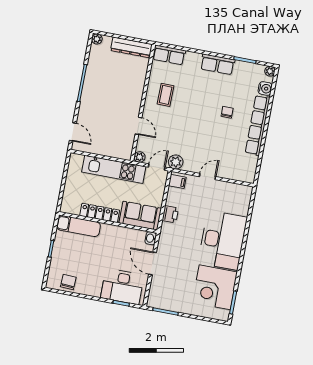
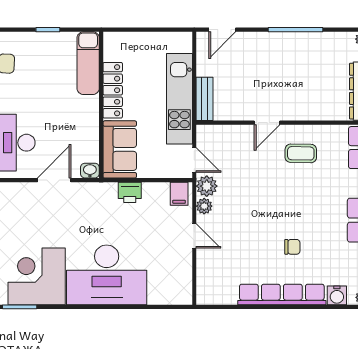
door: (138, 126) -> (267, 123), moved
bench: (117, 153) -> (205, 99), added
plant: (140, 157) -> (204, 206), moved

